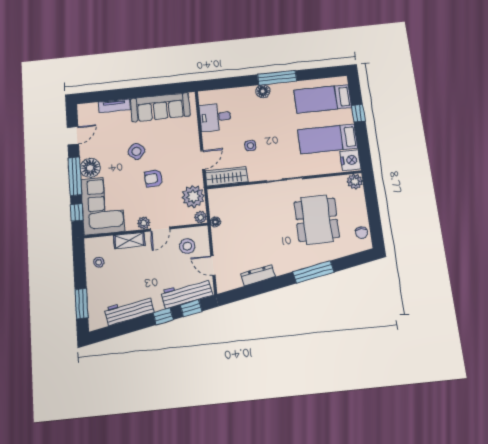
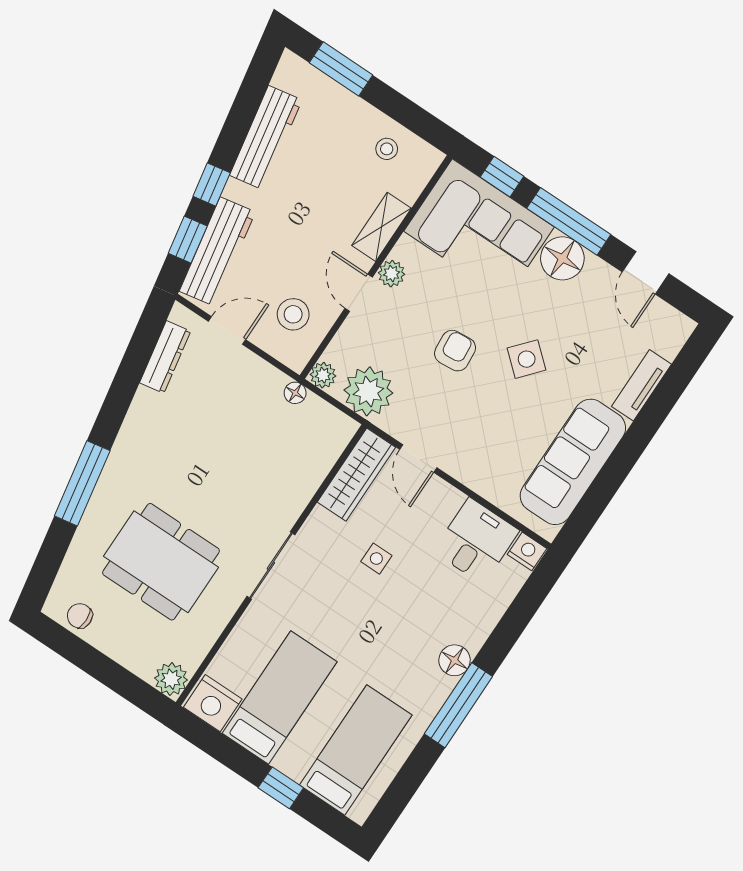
nightstand: (204, 98) -> (527, 551), added
dresser: (258, 275) -> (165, 357), moved

